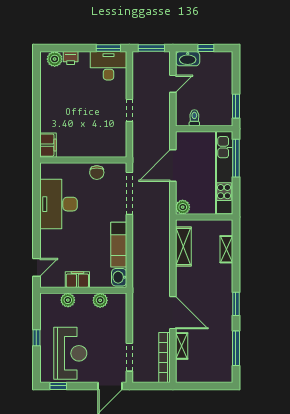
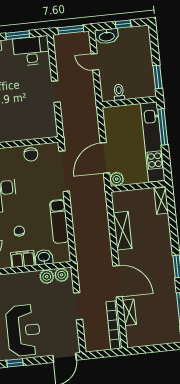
window: (108, 48) -> (18, 35), moved
door: (173, 84) -> (95, 62), swing flipped
door: (173, 166) -> (105, 158), moved
shelving: (183, 247) -> (123, 231), moved
shelving: (226, 249) -> (161, 201), moved
chair: (77, 250) -> (19, 231), added
washbasin: (119, 277) -> (44, 257), moved, turned 90
plant: (68, 300) -> (62, 275), moved
doorway: (129, 357) -> (78, 306), moved

